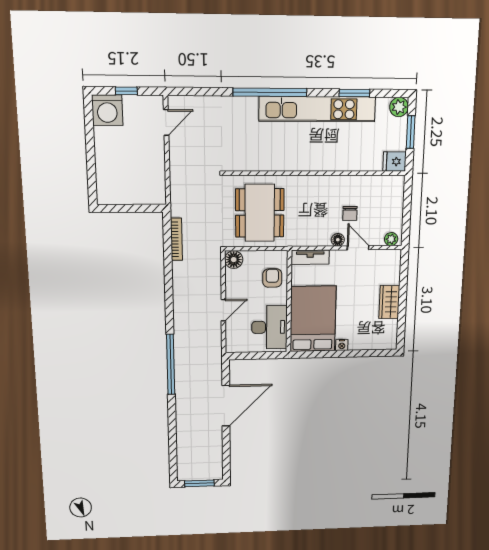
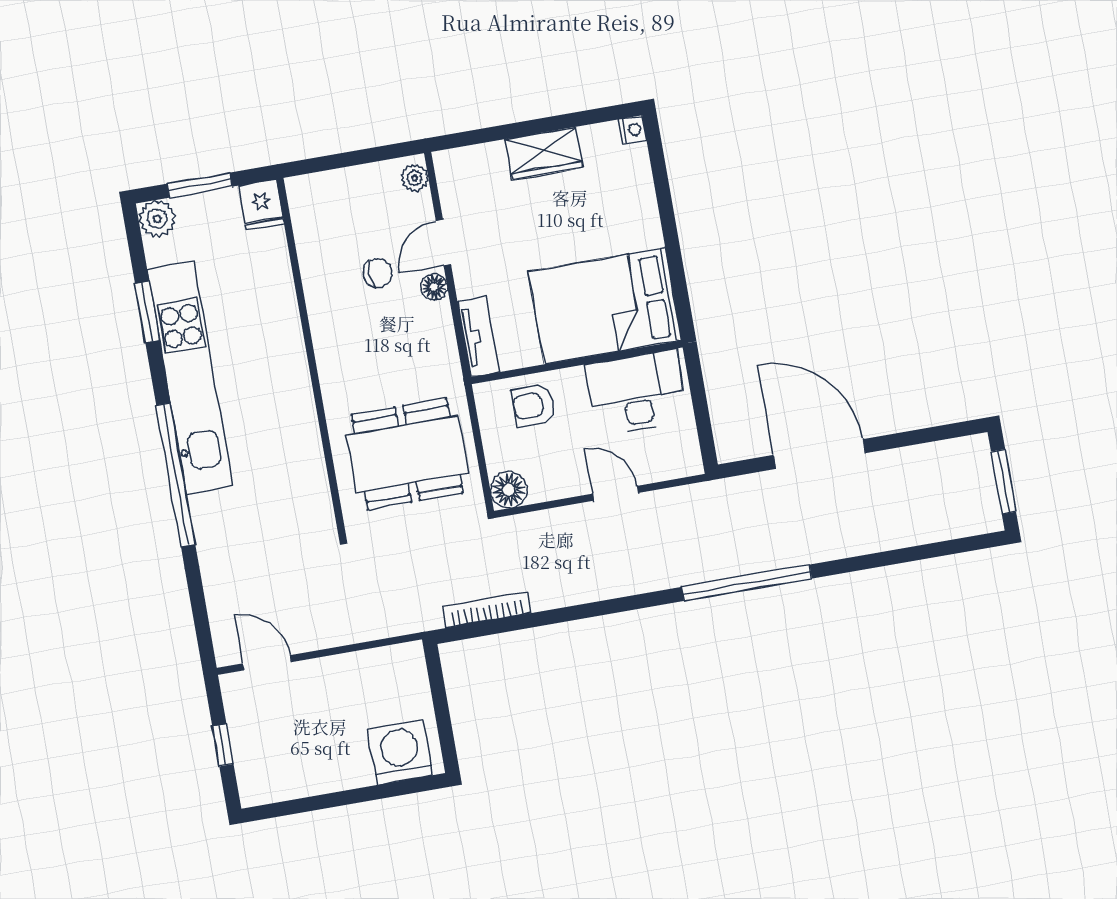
washing machine: (107, 110) -> (400, 752), moved, turned -90
nightstand: (342, 345) -> (633, 130), moved

